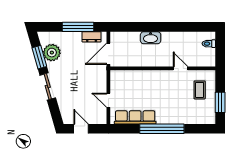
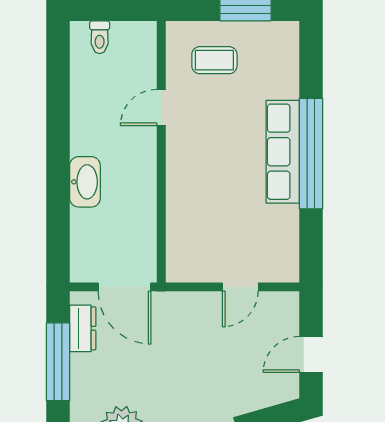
row of seats: (135, 117) -> (283, 152), moved

